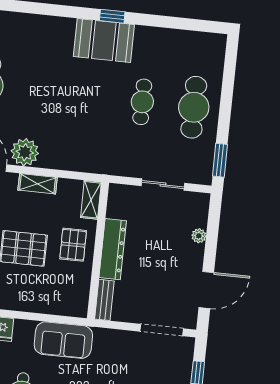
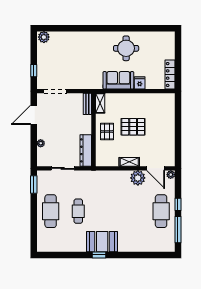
shelving: (91, 200) -> (100, 103), moved
dresser: (113, 249) -> (86, 150), moved
sofa: (63, 340) -> (118, 80), moved

